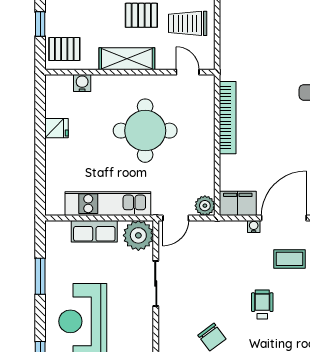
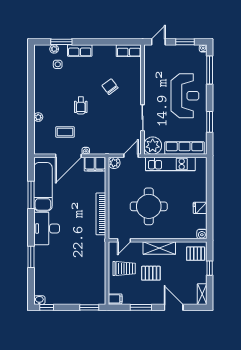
door: (188, 72) -> (124, 240), hinge flipped
water cooler: (82, 83) -> (202, 234), moved
row of seats: (94, 231) -> (185, 148), width x1.48

